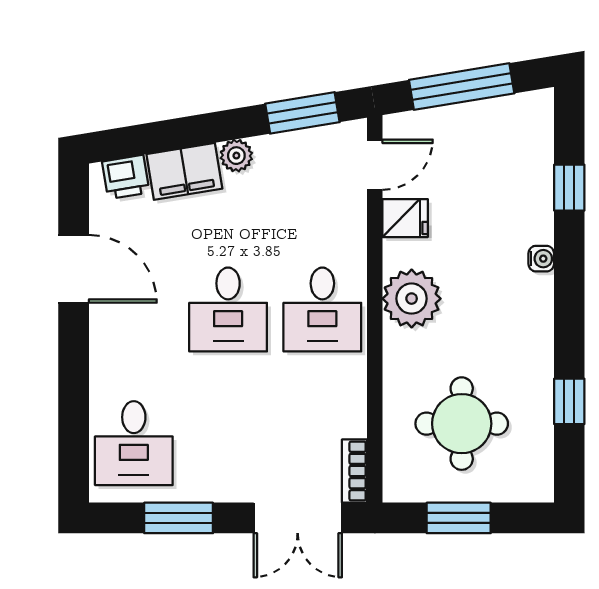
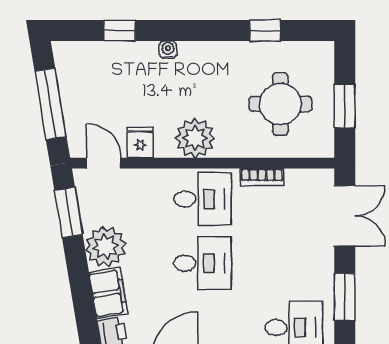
plant: (236, 156) -> (105, 247), width x1.88, depth x1.88
bookcase: (355, 471) -> (262, 177), moved

